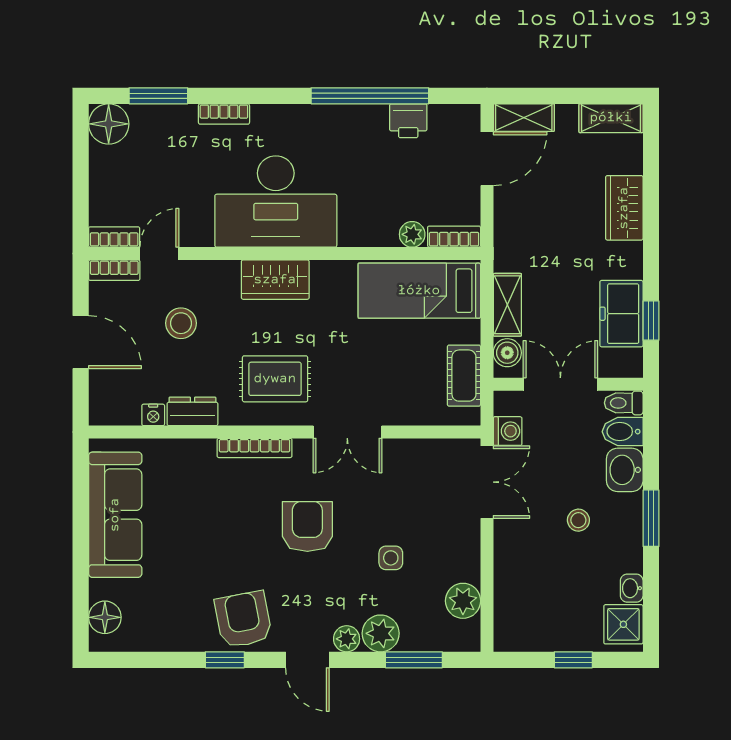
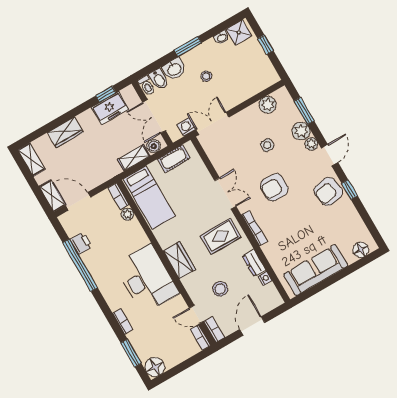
rug: (275, 379) -> (221, 236), turned 90

